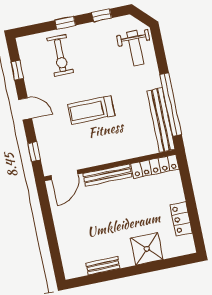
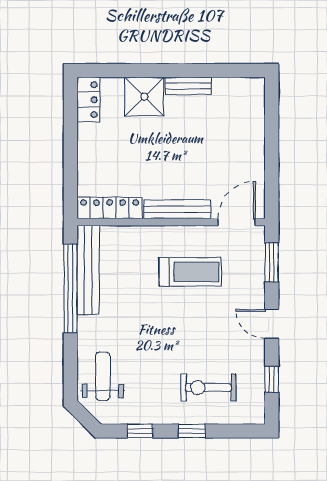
exercise bike: (60, 55) -> (208, 388), turned -90
treadmill: (91, 110) -> (190, 272), moved
window: (34, 152) -> (272, 262), width x1.50
locker: (181, 219) -> (88, 100), moved
bench: (103, 266) -> (188, 86), moved

